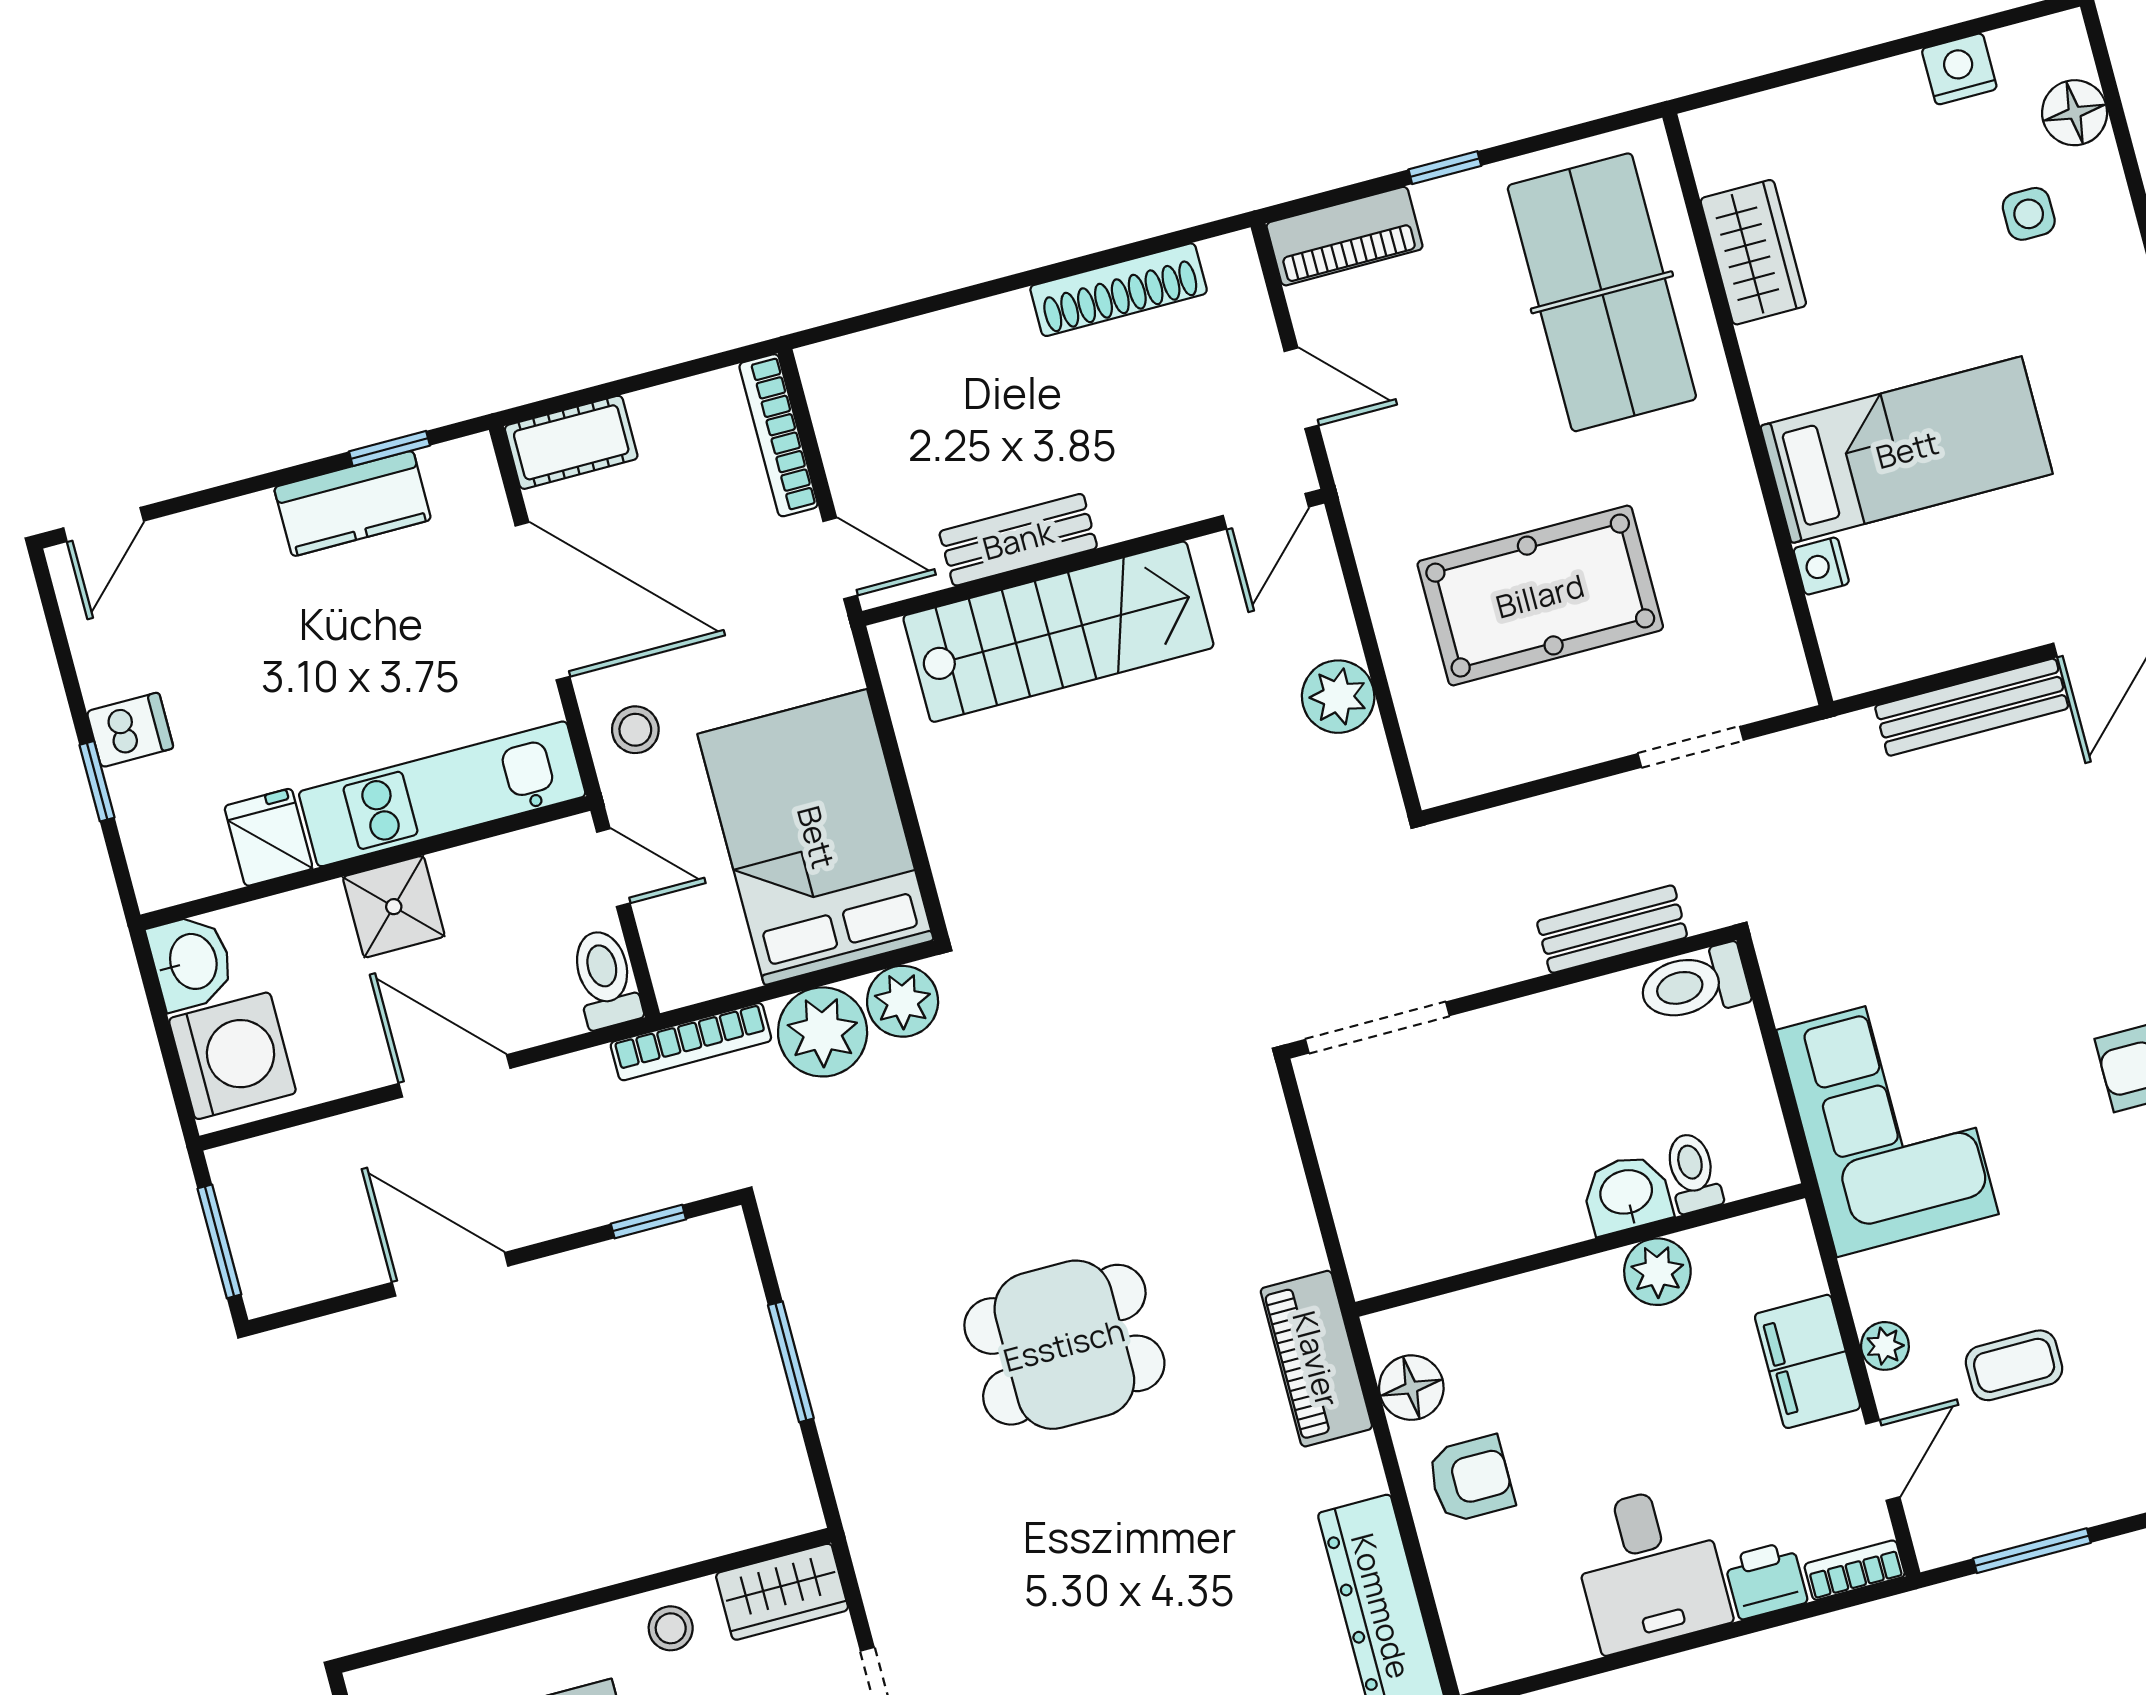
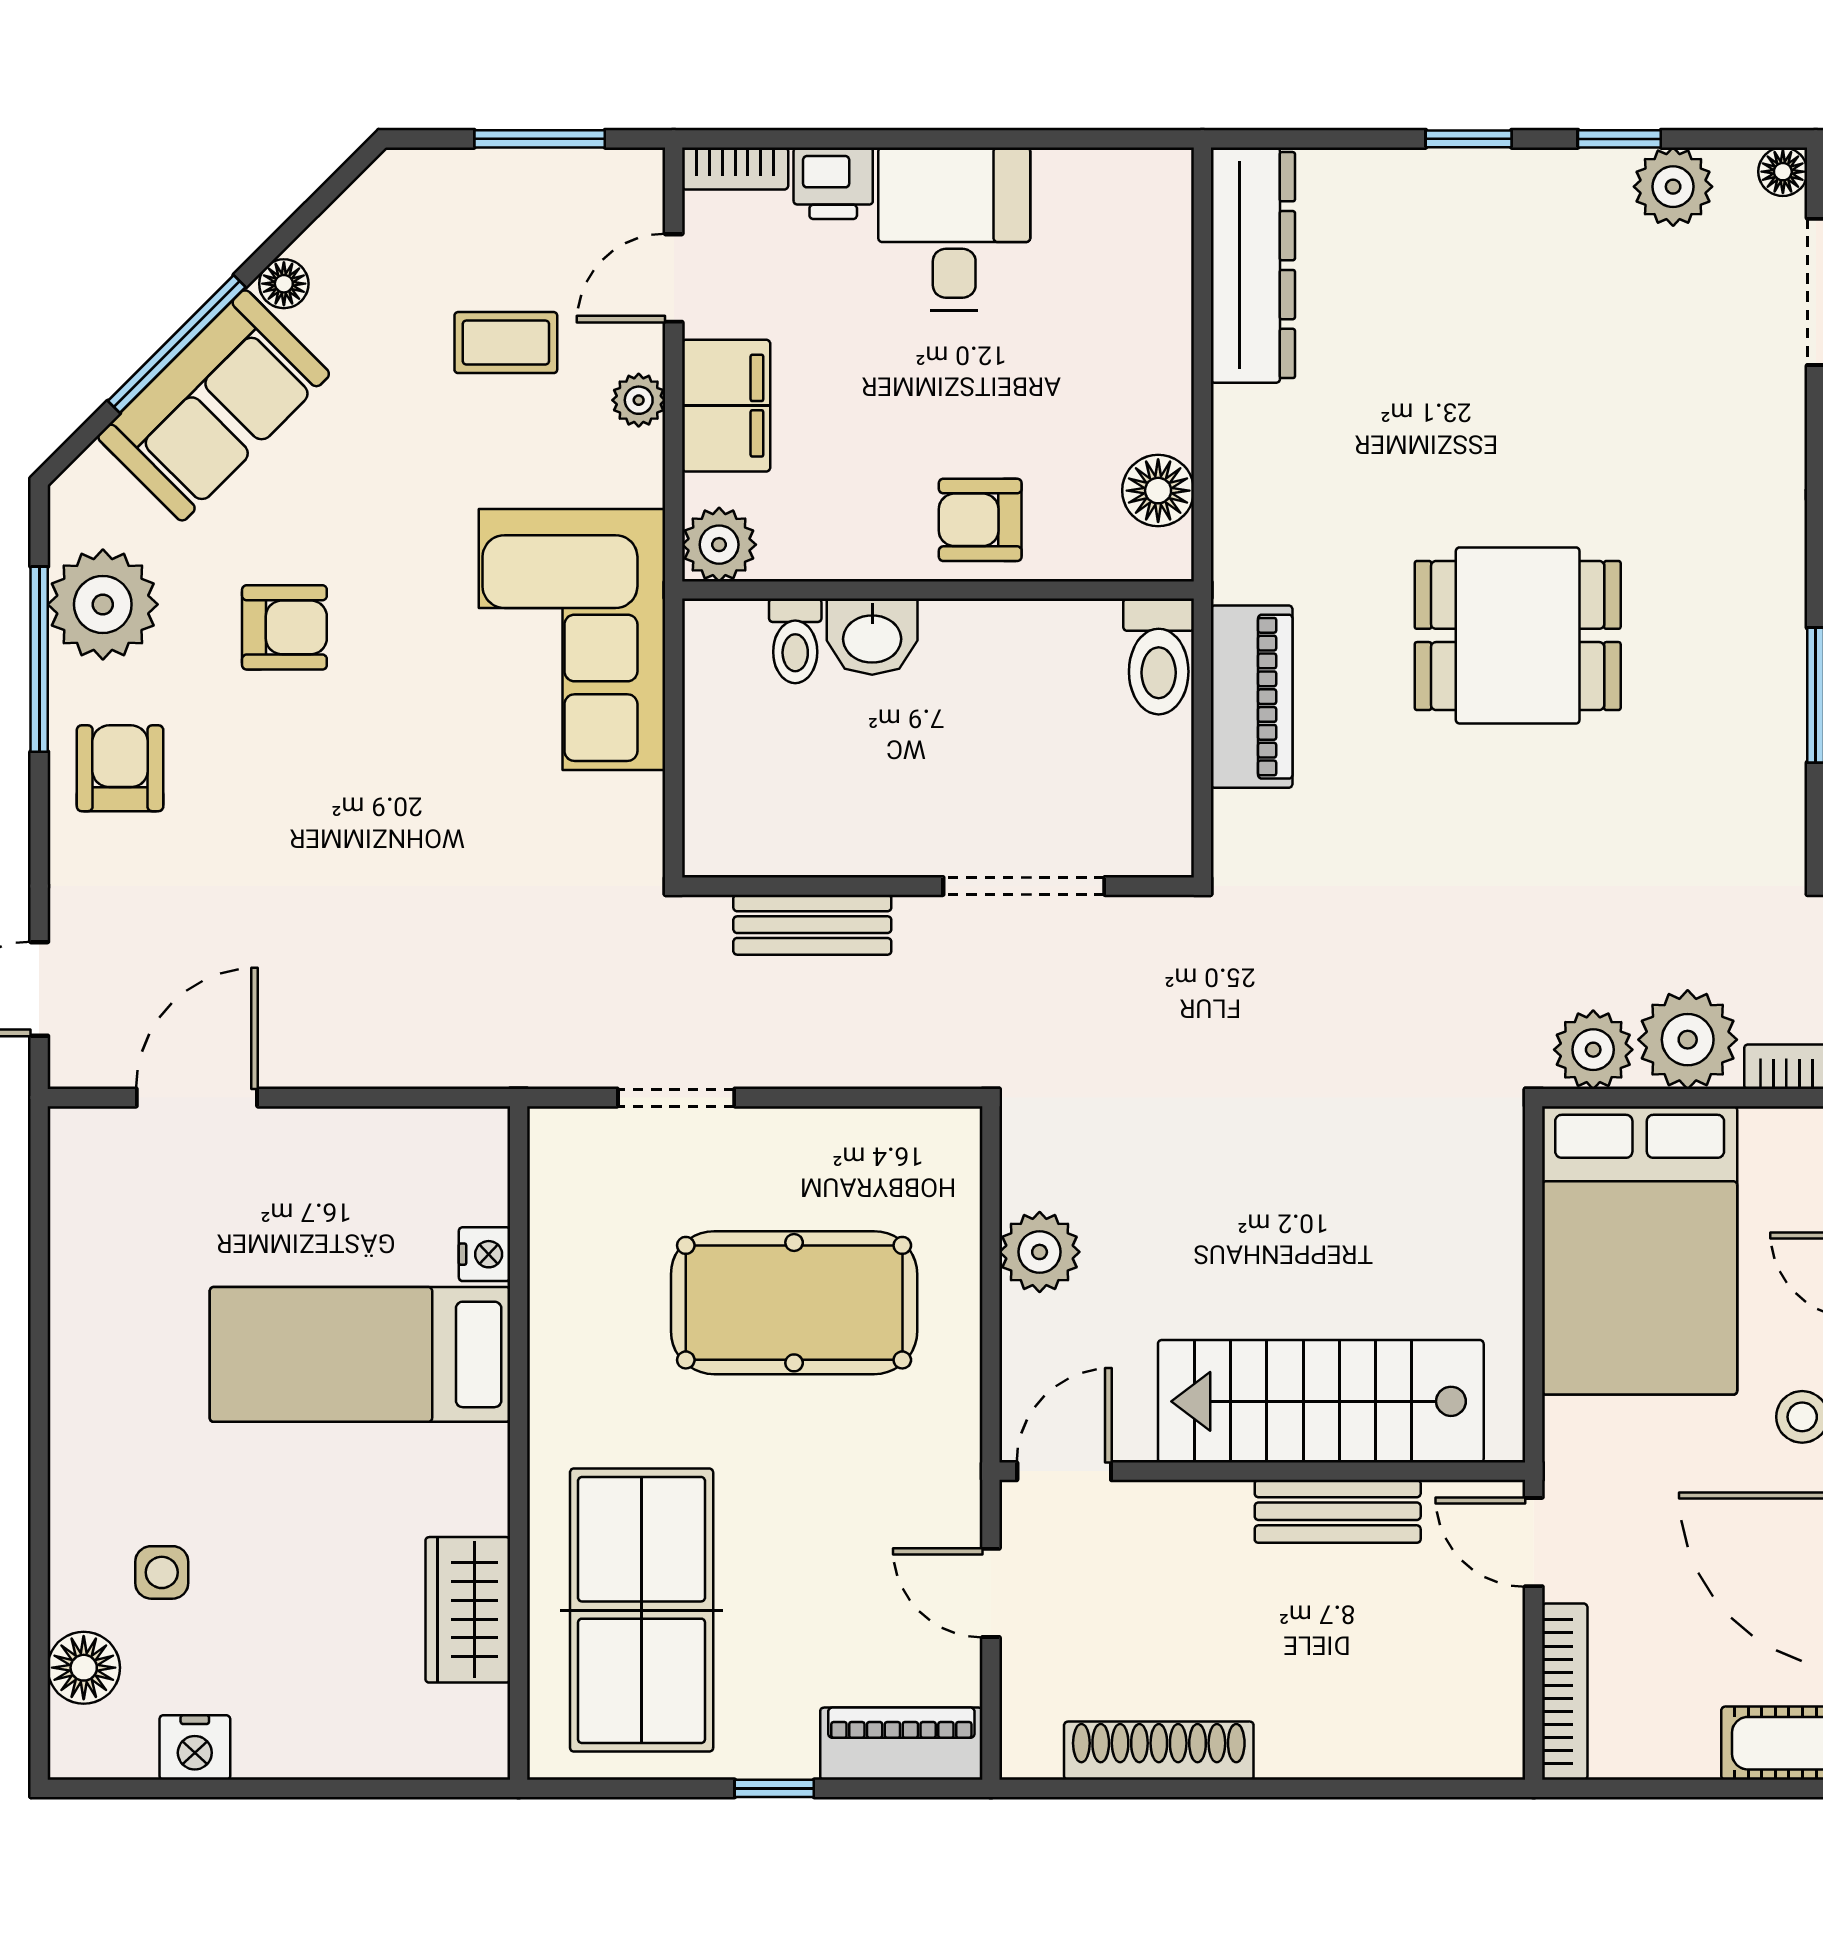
bench: (1972, 707) -> (364, 1060), removed
toilet: (1694, 984) -> (1159, 656), moved, turned 90
doorway: (1377, 1028) -> (1024, 886), moved
plant: (1657, 1272) -> (719, 545), moved
piano: (1316, 1359) -> (1252, 697), moved
armchair: (1471, 1479) -> (980, 520), moved

